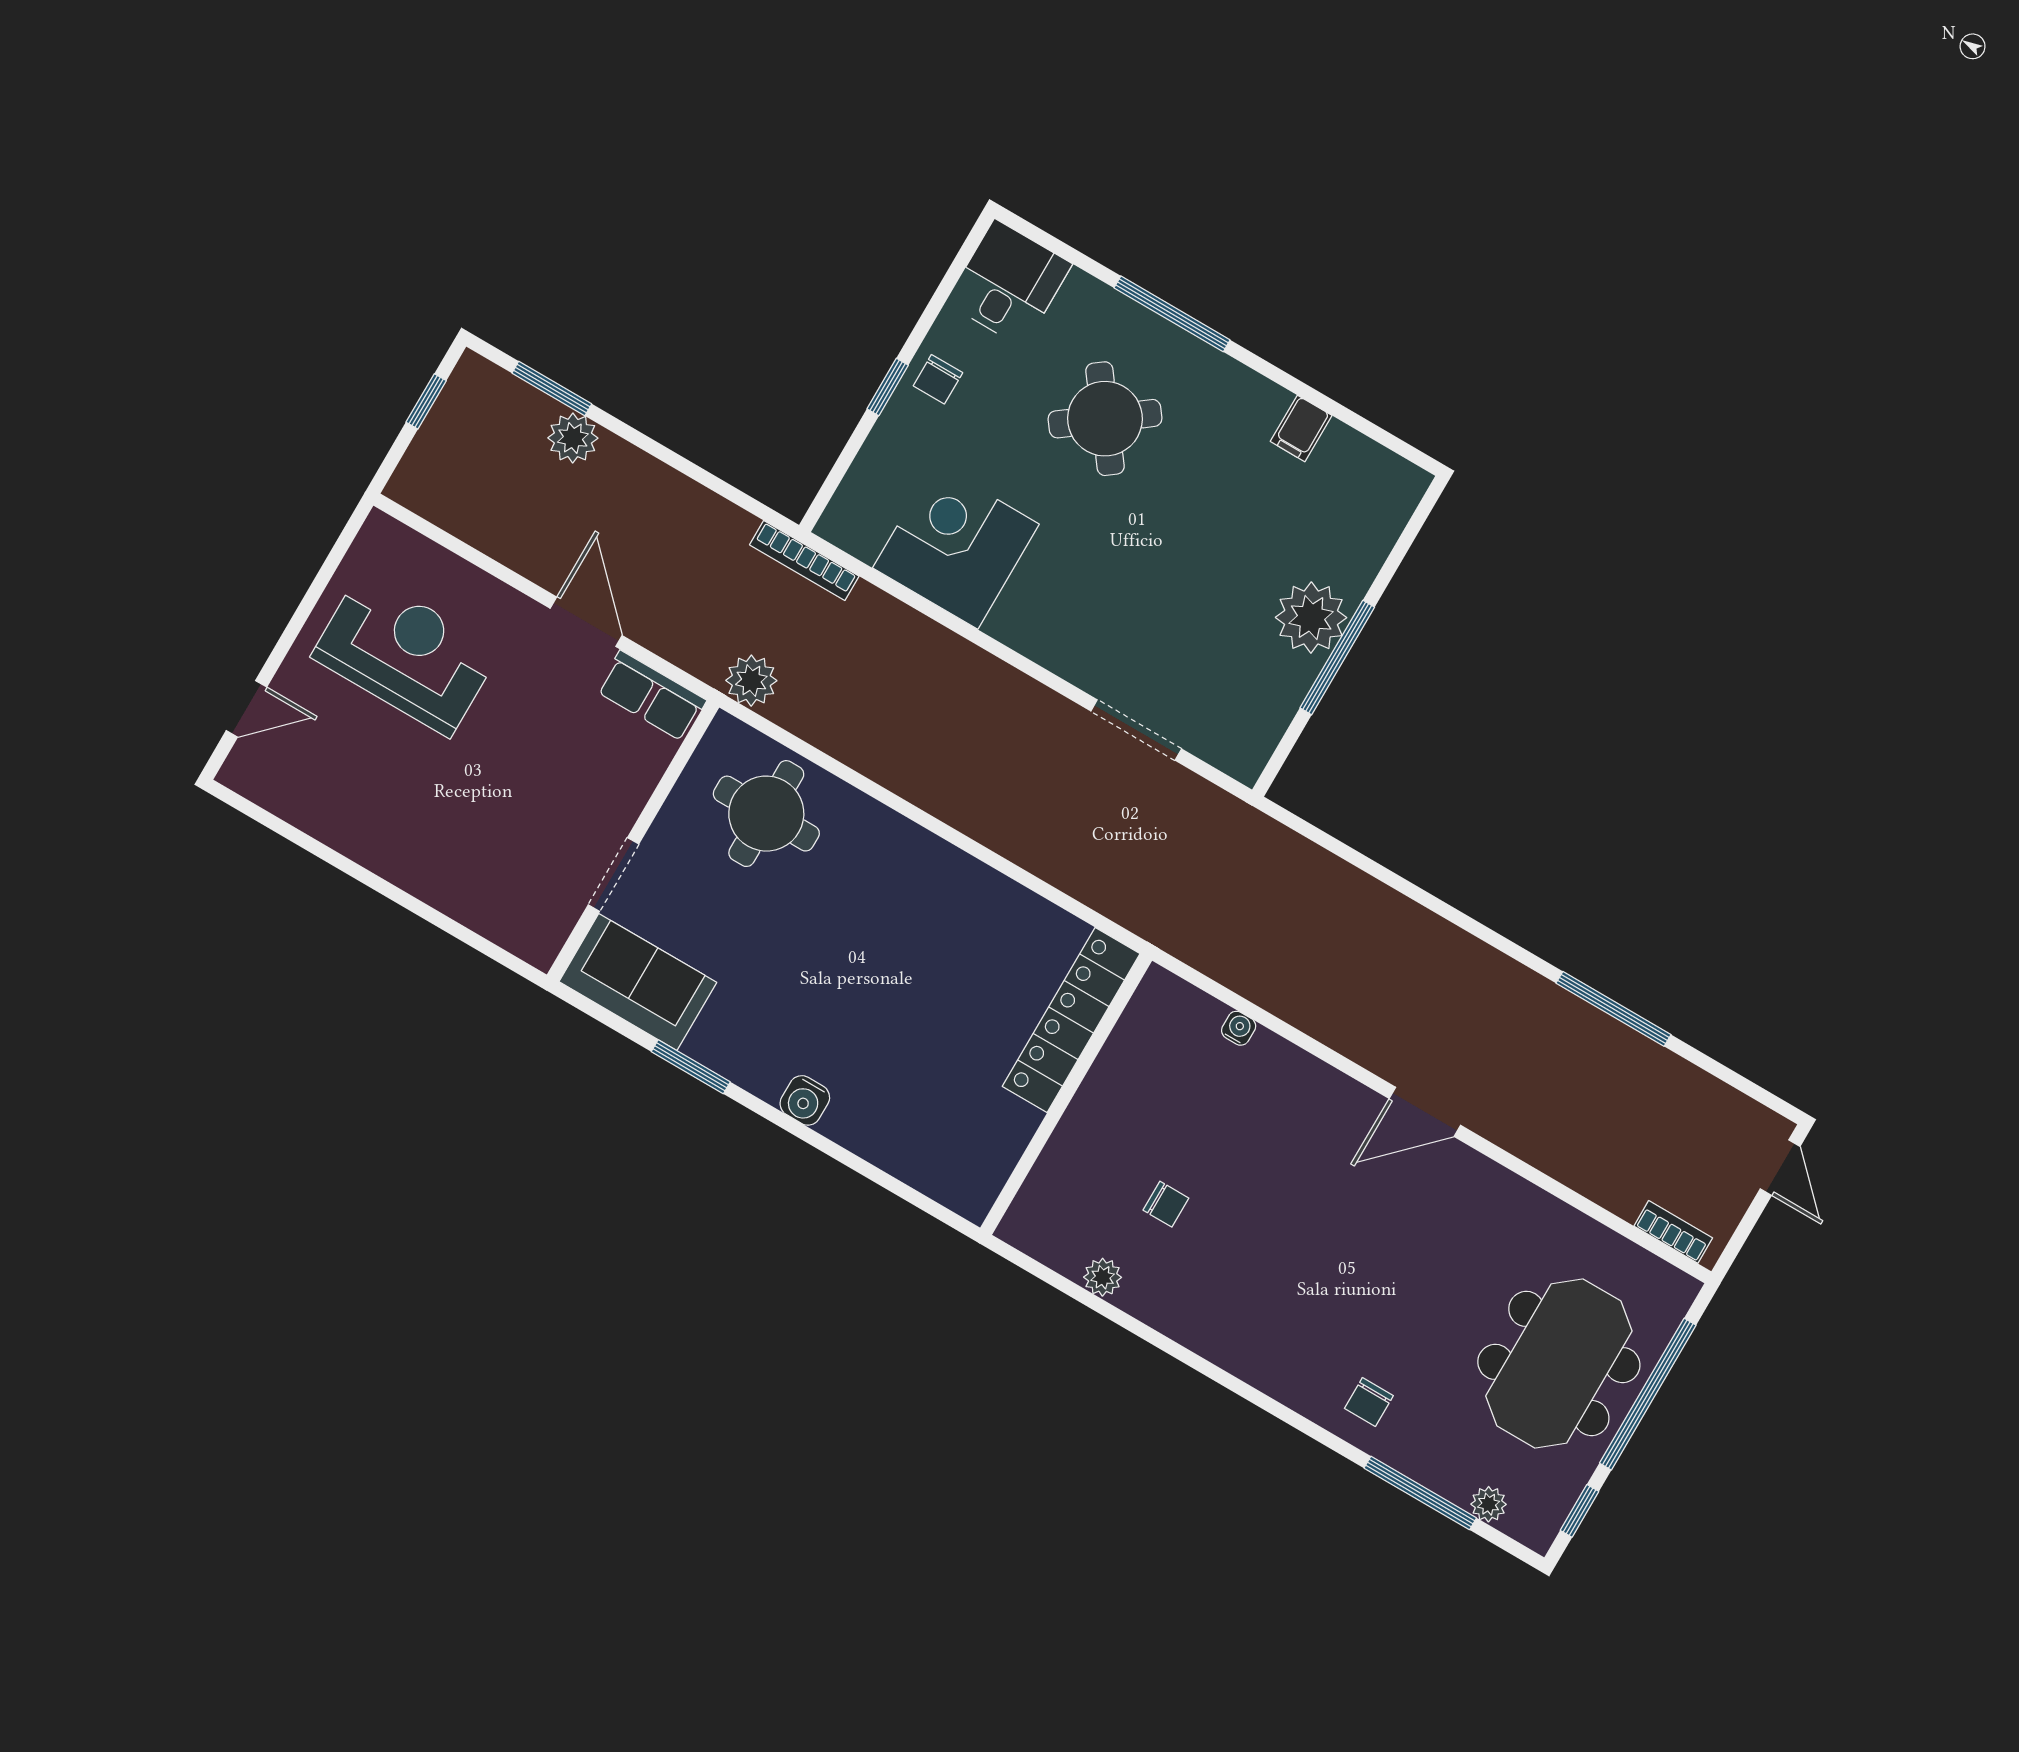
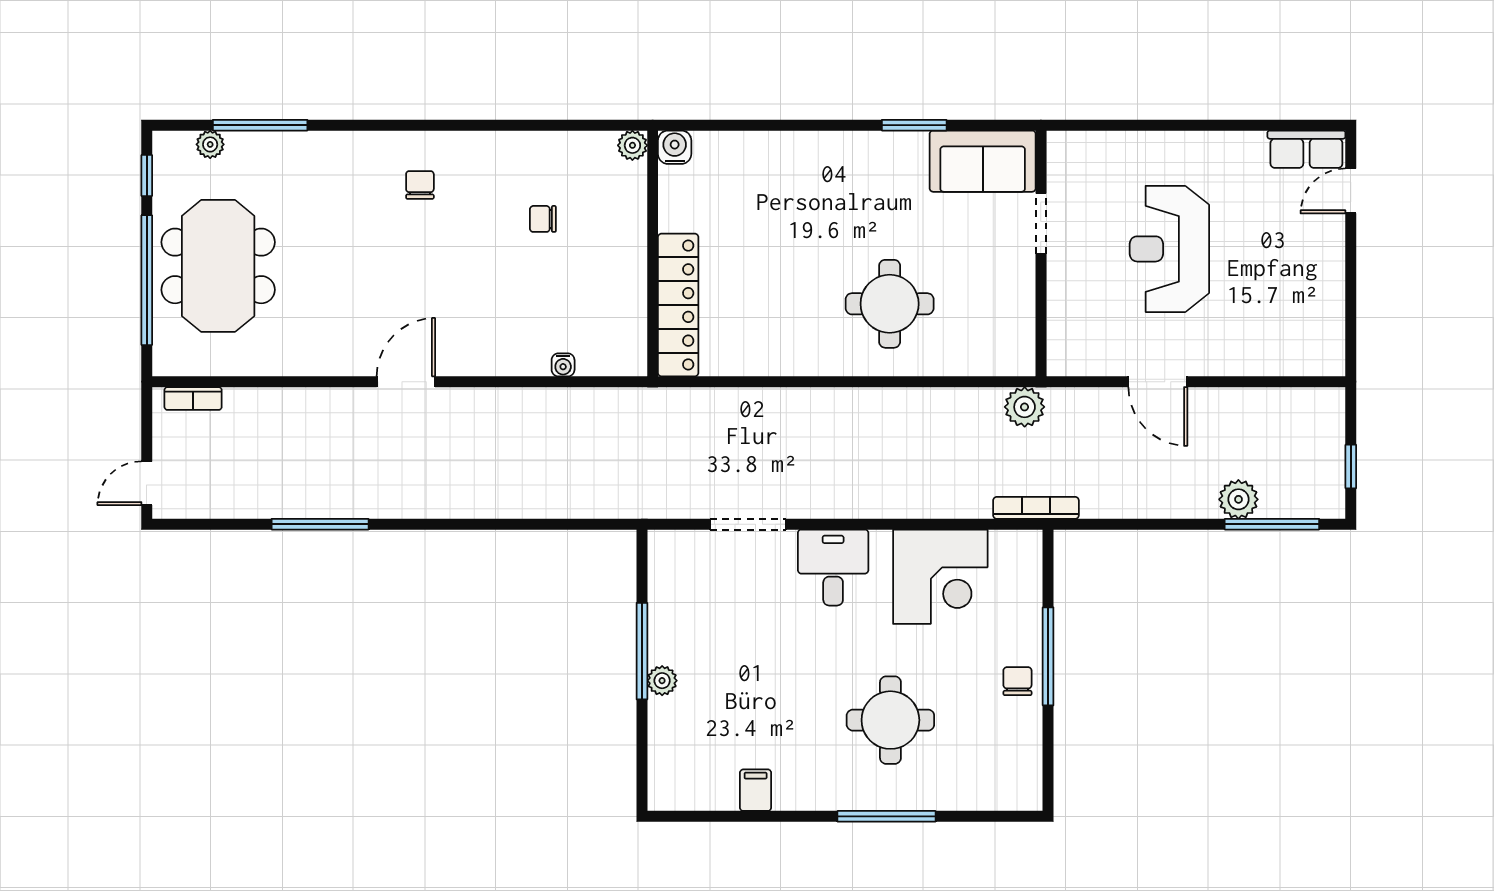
desk: (1009, 283) -> (833, 568), moved, turned 180
window: (888, 387) -> (1048, 656), width x2.17
window: (552, 389) -> (1272, 524), width x1.44
round table: (1105, 419) -> (890, 720), turned 37
plant: (1311, 618) -> (662, 681), width x0.53, depth x0.53
reception desk: (406, 654) -> (1169, 249), moved, turned 90
row of seats: (651, 696) -> (1306, 149), moved, turned 180
round table: (766, 814) -> (890, 304), moved
water cooler: (805, 1100) -> (675, 147), moved
door: (1780, 1168) -> (147, 483), hinge flipped
plant: (1103, 1277) -> (632, 145), moved
chair: (1369, 1402) -> (420, 185), moved

